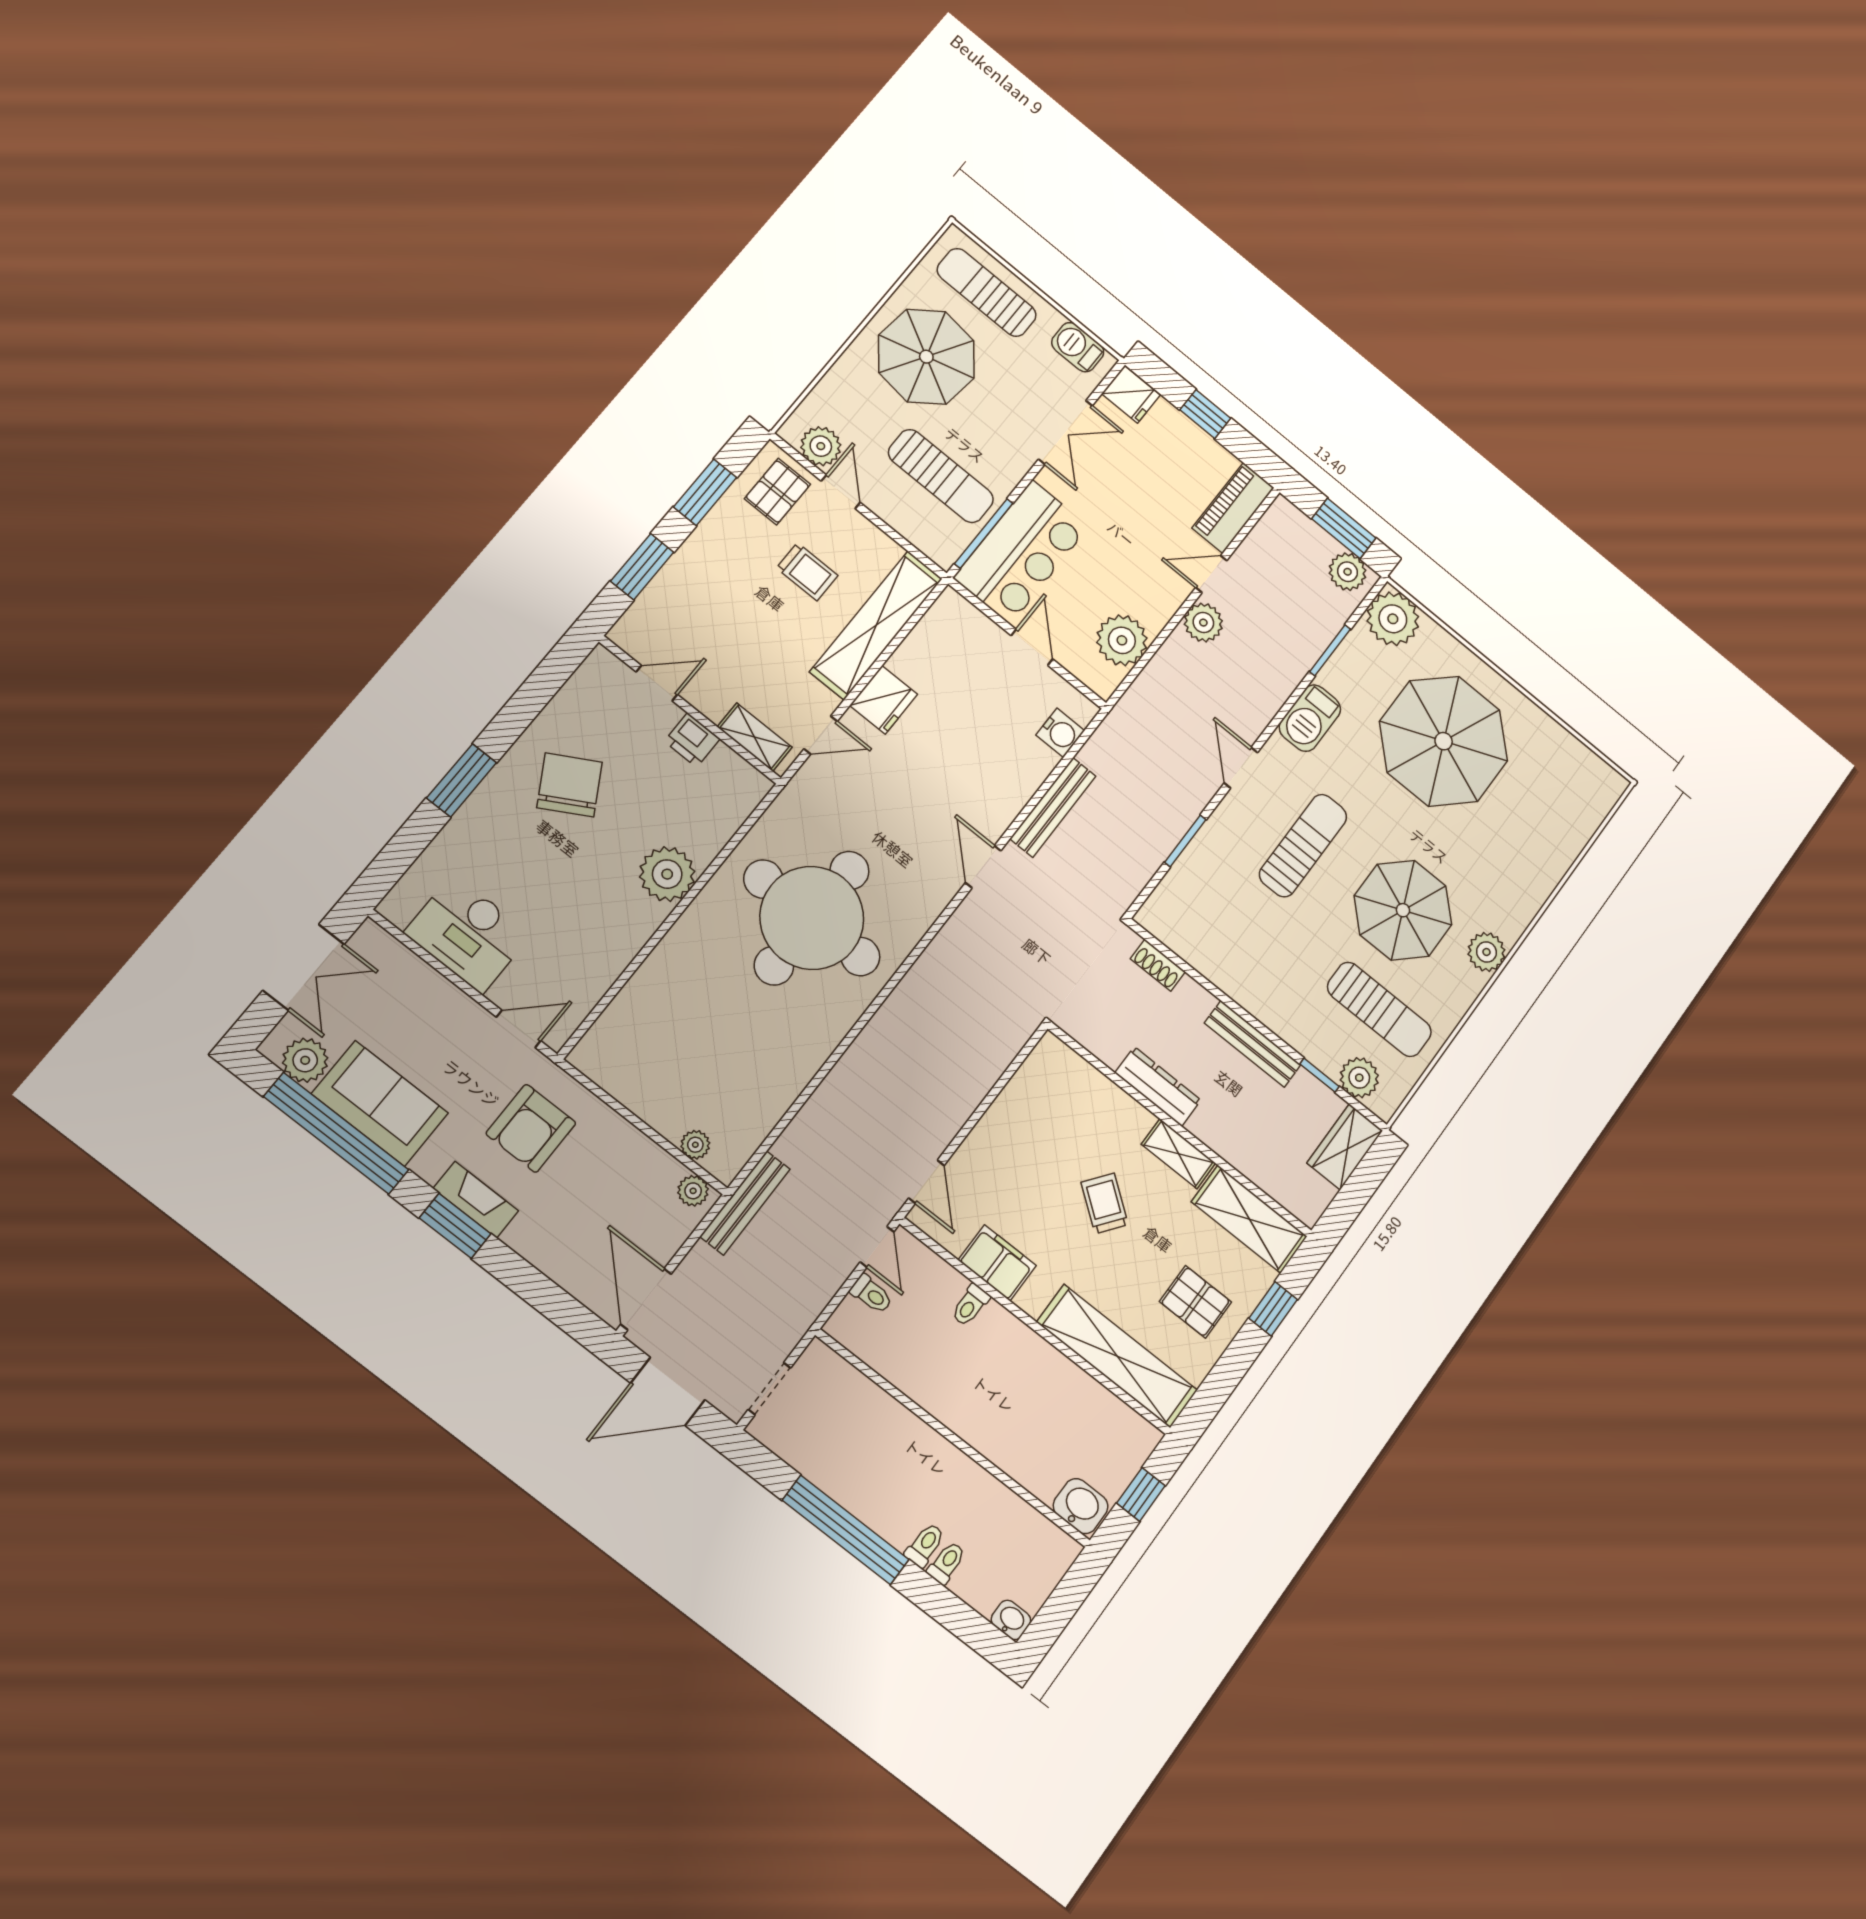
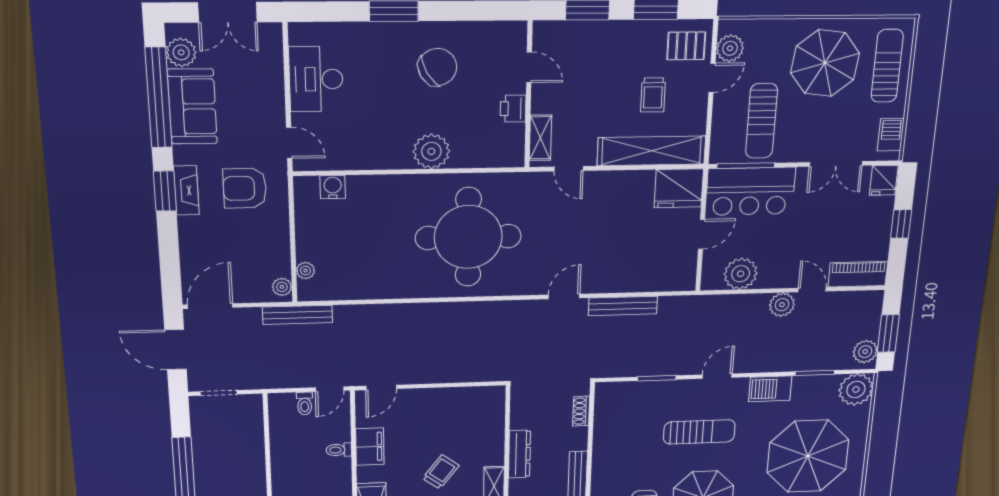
fridge: (884, 700) -> (679, 188), moved, width x1.36, depth x1.34
water cooler: (1060, 733) -> (333, 187), moved, turned 180

